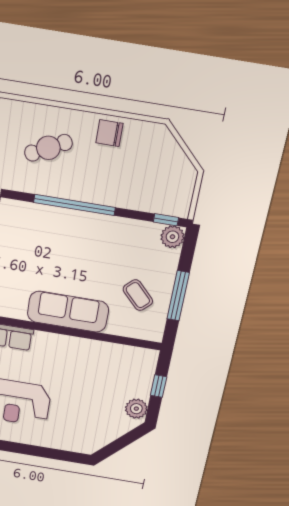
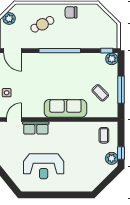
coffee table: (130, 369) -> (104, 135), added
window: (159, 386) -> (121, 153), moved

